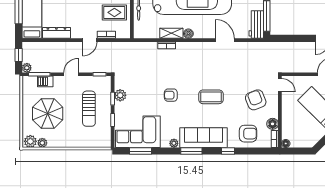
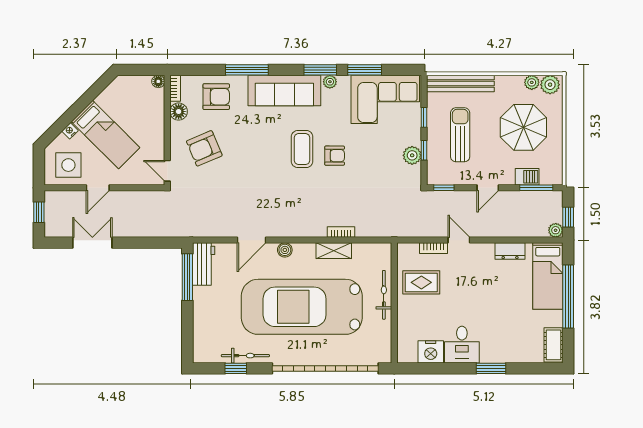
dresser: (56, 33) -> (510, 251), width x0.70
boiler: (188, 34) -> (285, 250), moved
door: (90, 40) -> (459, 240), hinge flipped
door: (225, 40) -> (252, 240), hinge flipped
plant: (27, 68) -> (556, 230), moved
coffee table: (211, 97) -> (302, 149), moved, turned 90
armchair: (256, 100) -> (204, 148), turned 89
armchair: (248, 134) -> (216, 97), turned 180
bench: (89, 142) -> (460, 83), added
window: (140, 151) -> (365, 70), moved
window: (191, 151) -> (320, 70), moved
window: (228, 151) -> (247, 70), width x2.17

